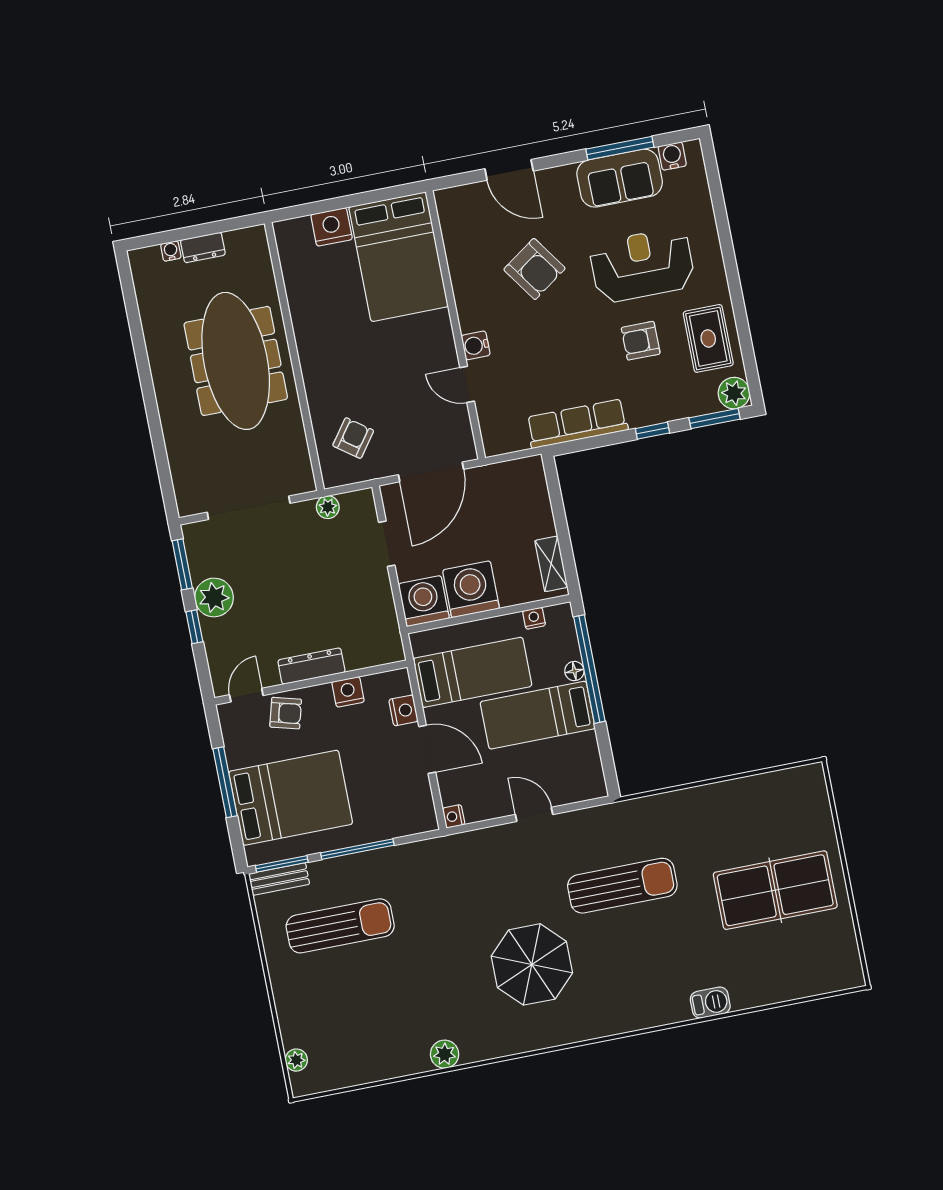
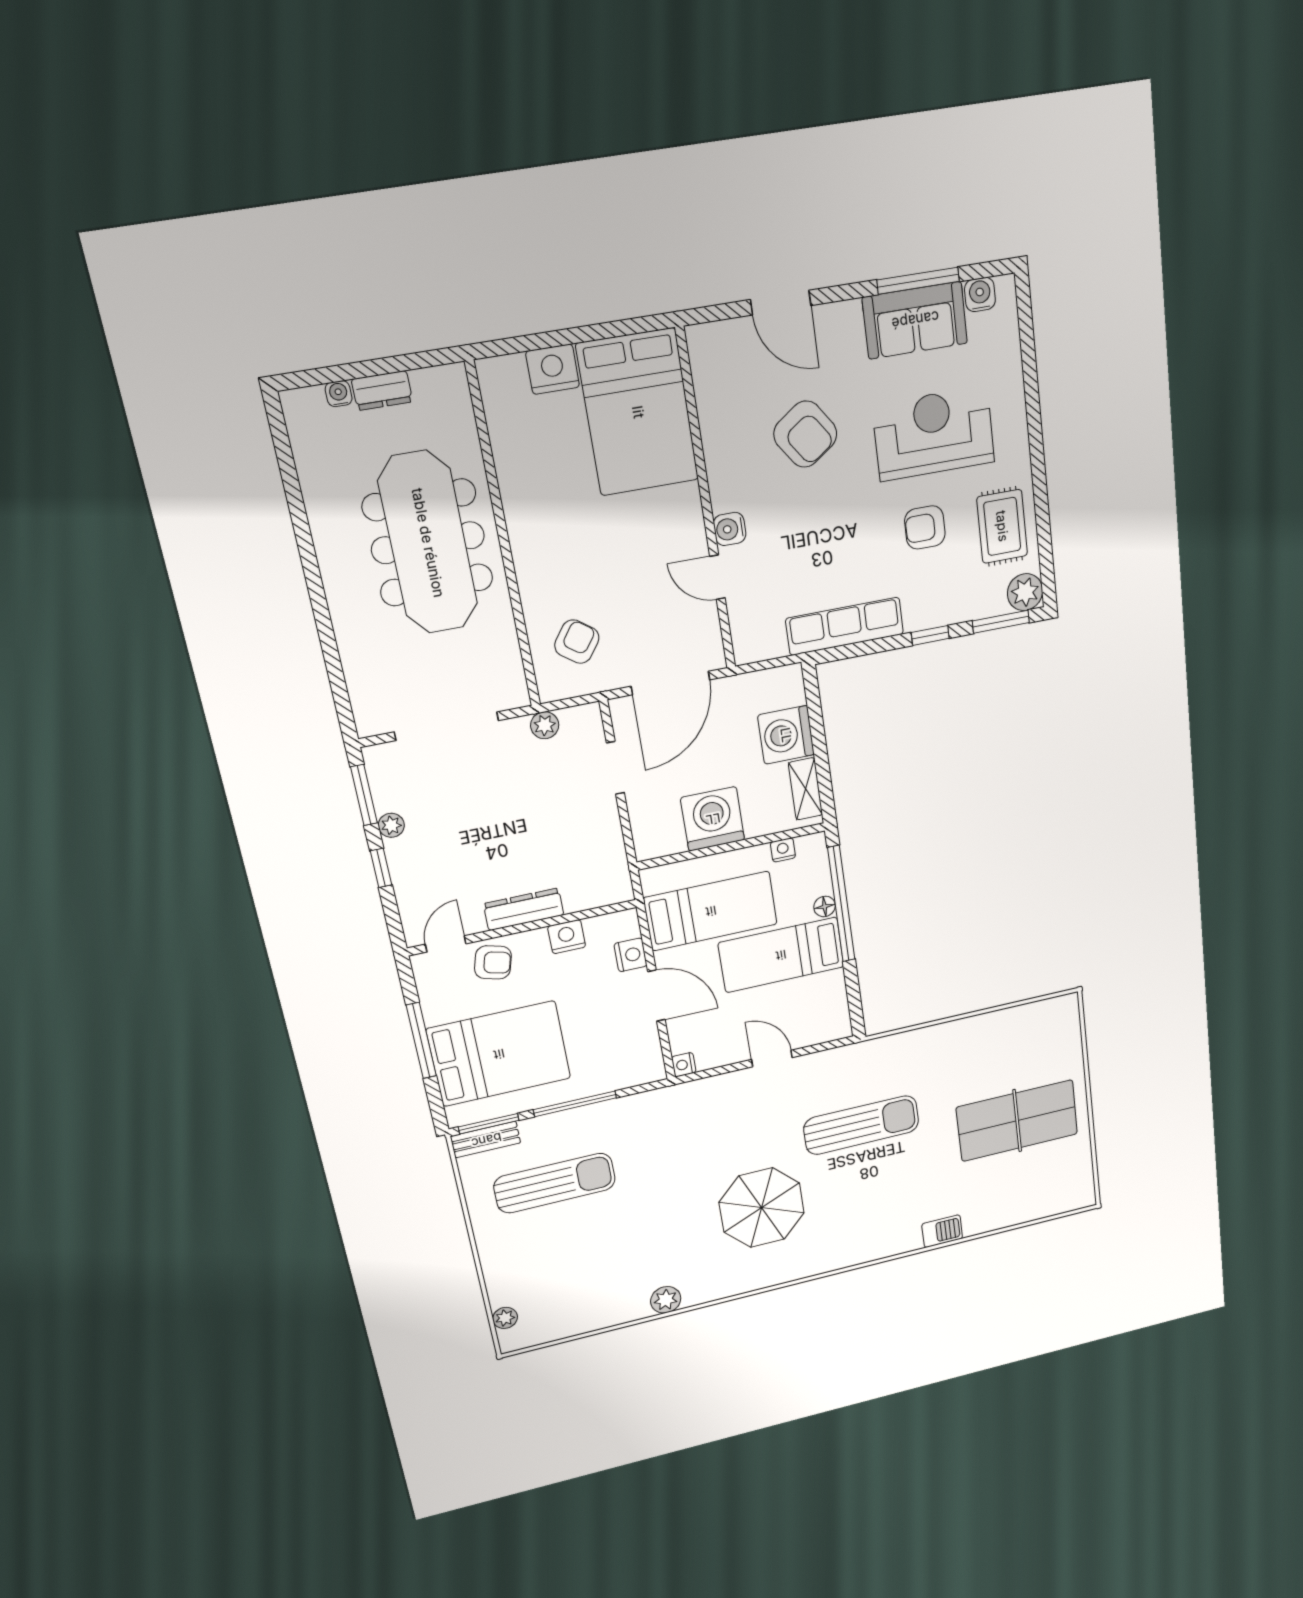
plant: (214, 597) -> (391, 825), width x0.53, depth x0.53
washing machine: (424, 601) -> (786, 735), moved, turned -90

